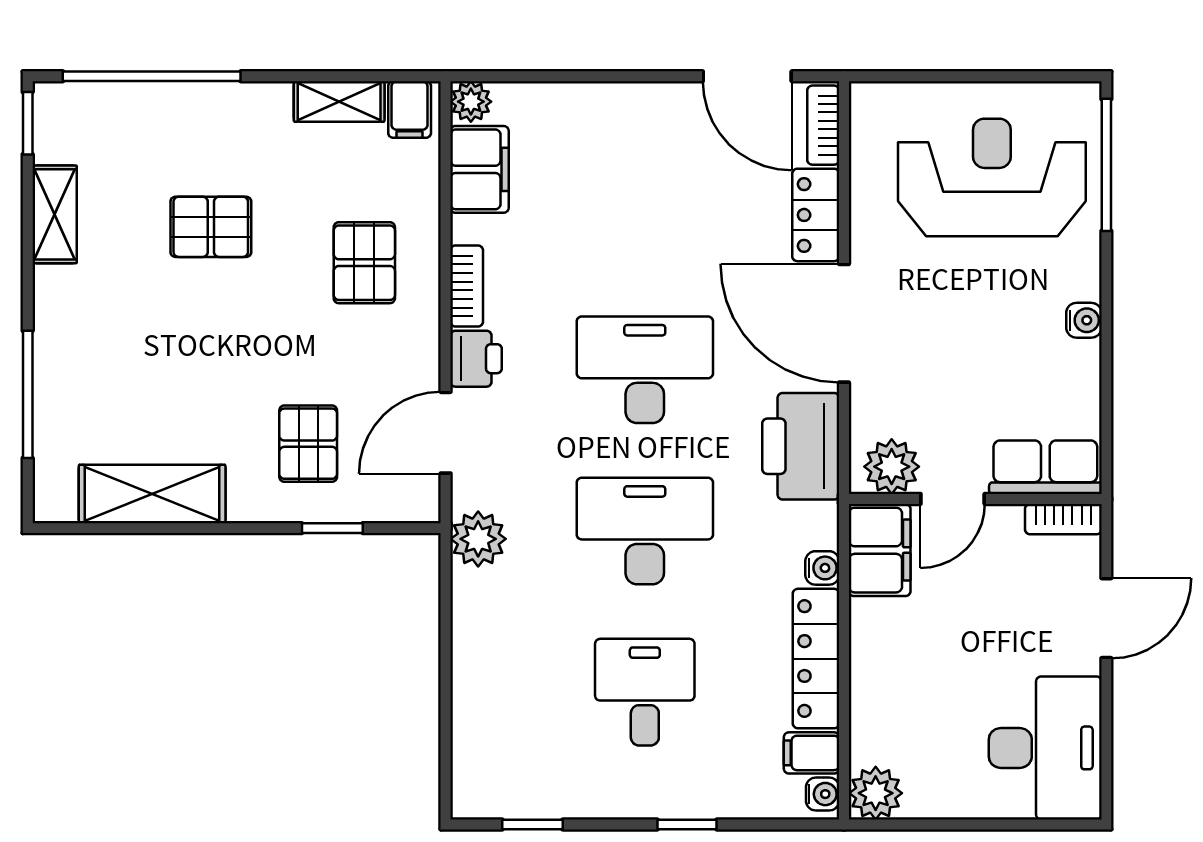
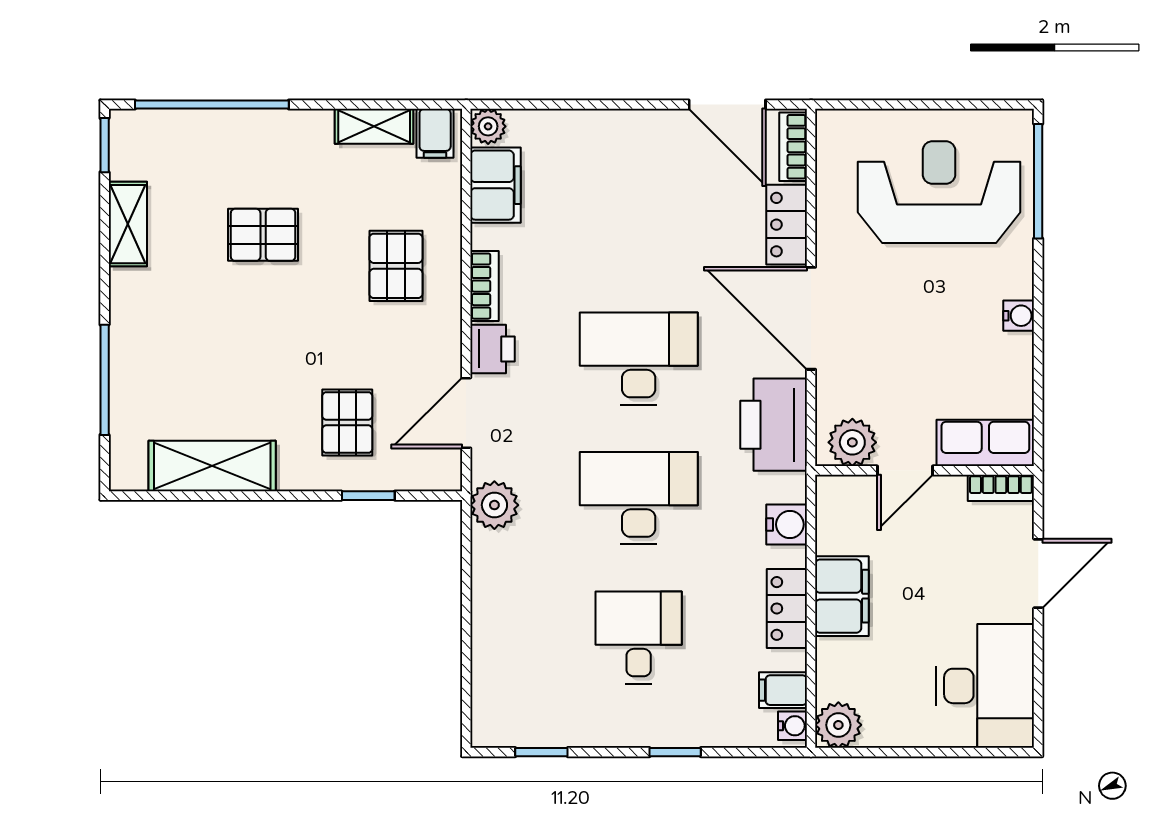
filing cabinet: (880, 550) -> (842, 596), moved
water cooler: (822, 568) -> (787, 524), width x1.38, depth x1.38
locker: (816, 659) -> (787, 608), width x0.66

